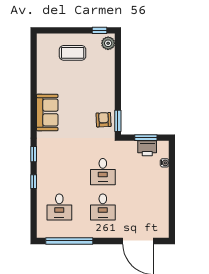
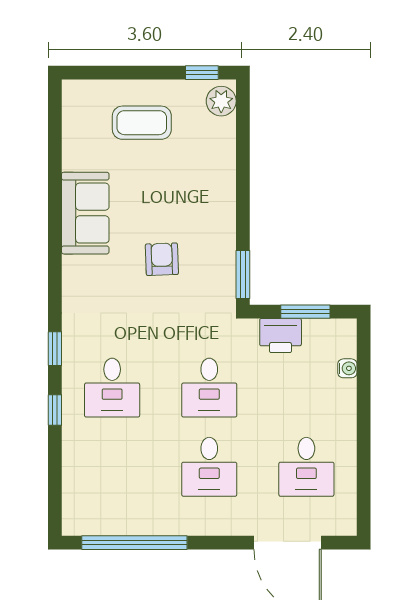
sofa: (47, 112) -> (85, 213), moved
armchair: (104, 120) -> (162, 259), moved
printer: (147, 148) -> (281, 336), moved
desk: (59, 207) -> (112, 388), moved
desk: (146, 207) -> (306, 467), added

